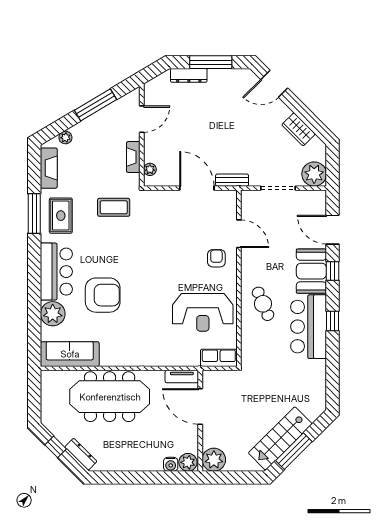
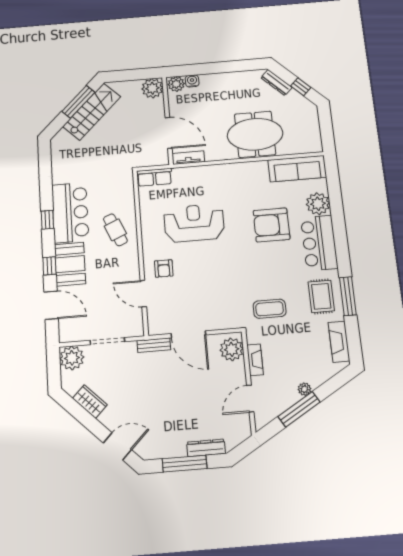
plant: (65, 137) -> (304, 389), moved
plant: (150, 169) -> (232, 349), width x1.87, depth x1.87
reception desk: (203, 312) -> (194, 223), moved
meeting table: (110, 397) -> (255, 134), width x0.73

